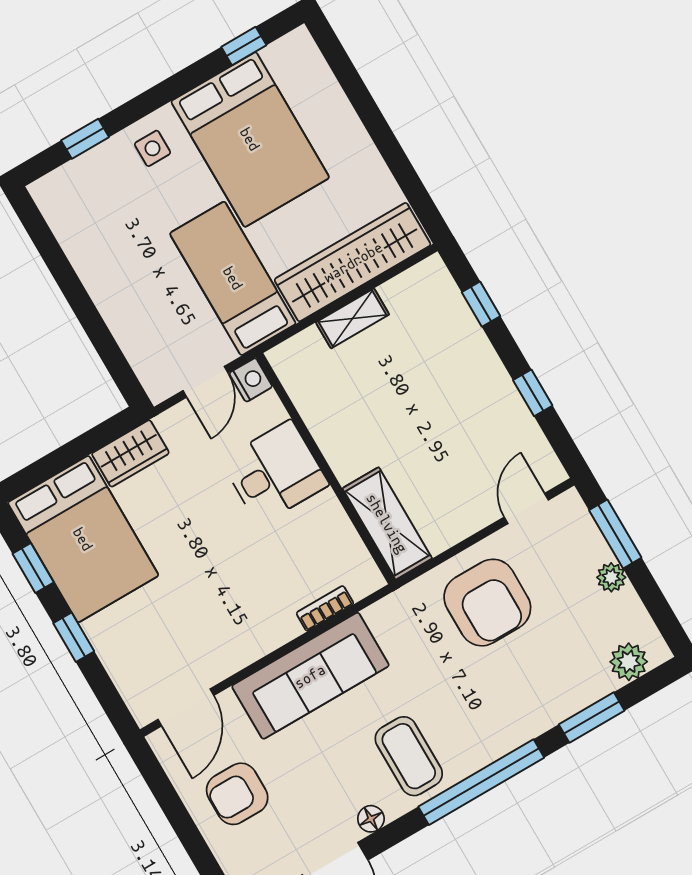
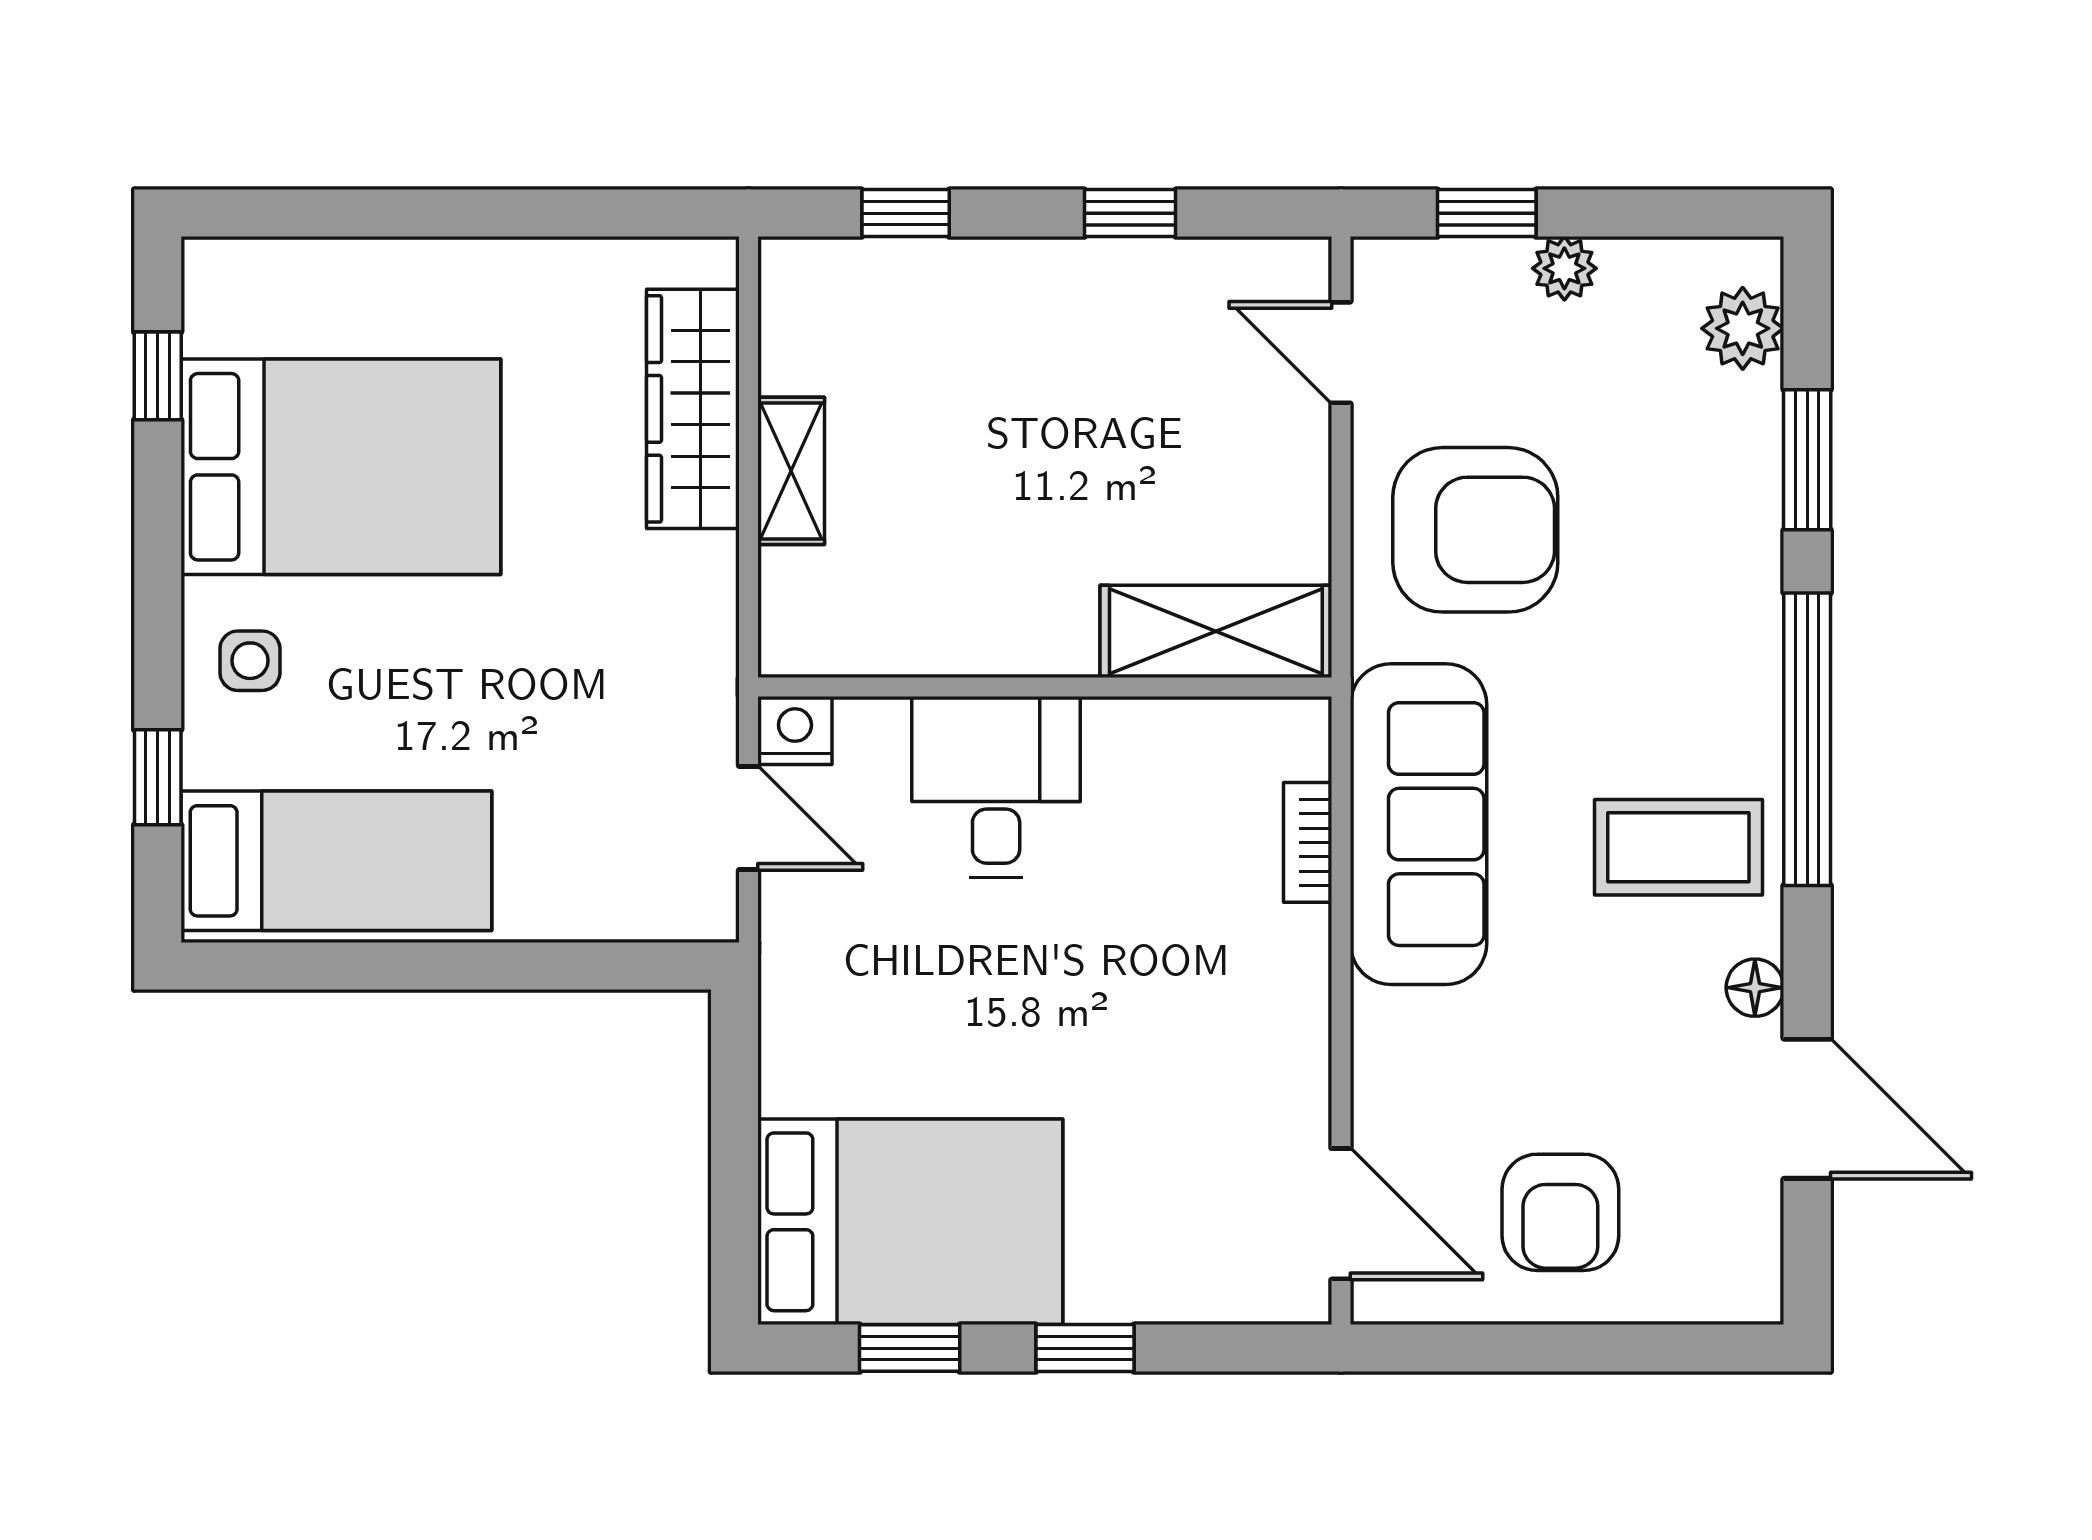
wardrobe: (353, 262) -> (693, 409), width x0.71, depth x0.85
bed: (233, 278) -> (336, 861), moved, turned 180
wardrobe: (130, 453) -> (801, 1039), removed
window: (615, 534) -> (1487, 213), width x0.67
sofa: (310, 676) -> (1419, 824), moved

